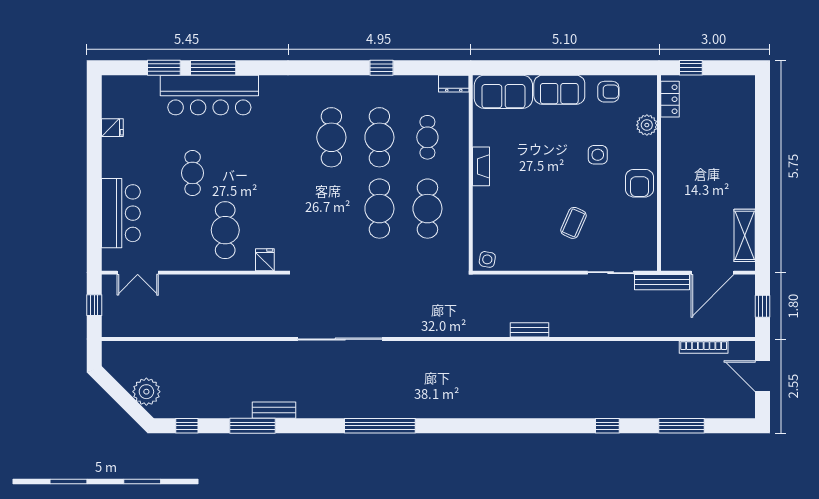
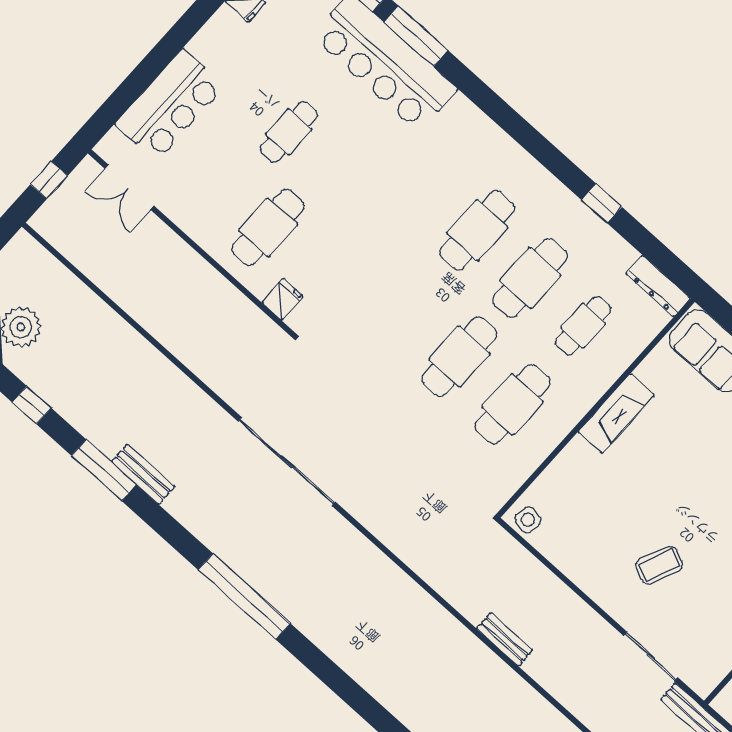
dresser: (454, 84) -> (658, 286), width x1.44
fireplace: (481, 166) -> (616, 413), width x1.37, depth x1.32

